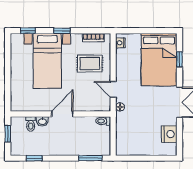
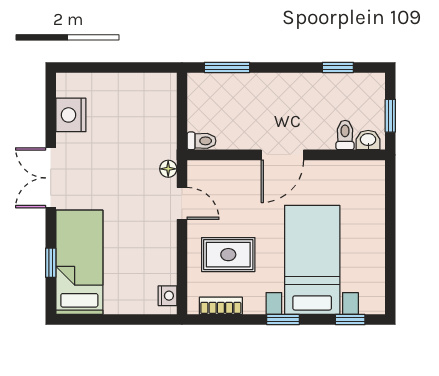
bed: (159, 60) -> (79, 262), width x0.67
washbasin: (42, 121) -> (368, 140), moved

